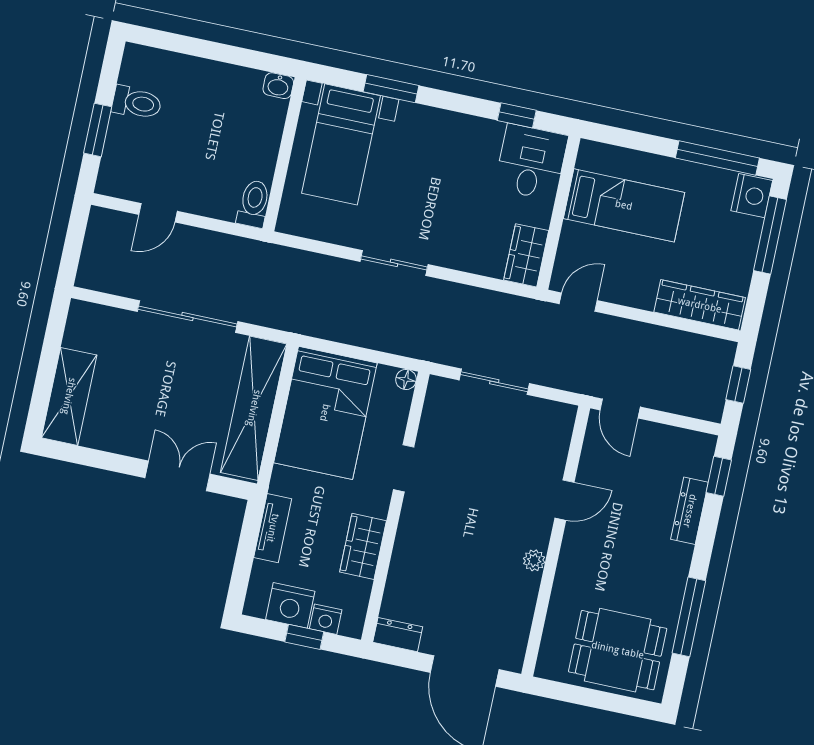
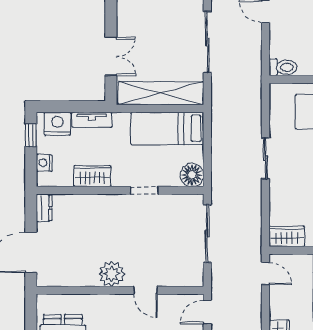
floor lamp: (406, 379) -> (192, 175), width x1.89, depth x1.89
sliding door: (494, 382) -> (207, 233), width x1.37
bed: (325, 413) -> (167, 128), width x0.67
plant: (534, 560) -> (112, 274), width x1.88, depth x1.88
nightstand: (290, 605) -> (57, 124), moved, turned 90
window: (304, 637) -> (31, 135), moved

